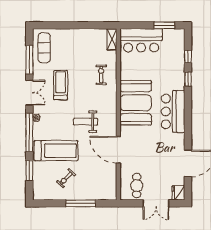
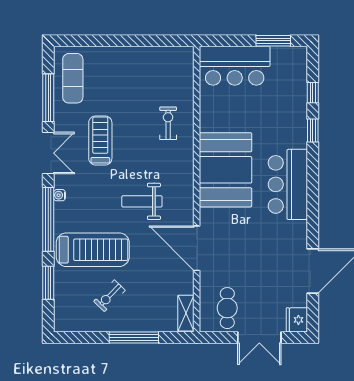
shelving: (112, 39) -> (186, 313), moved

